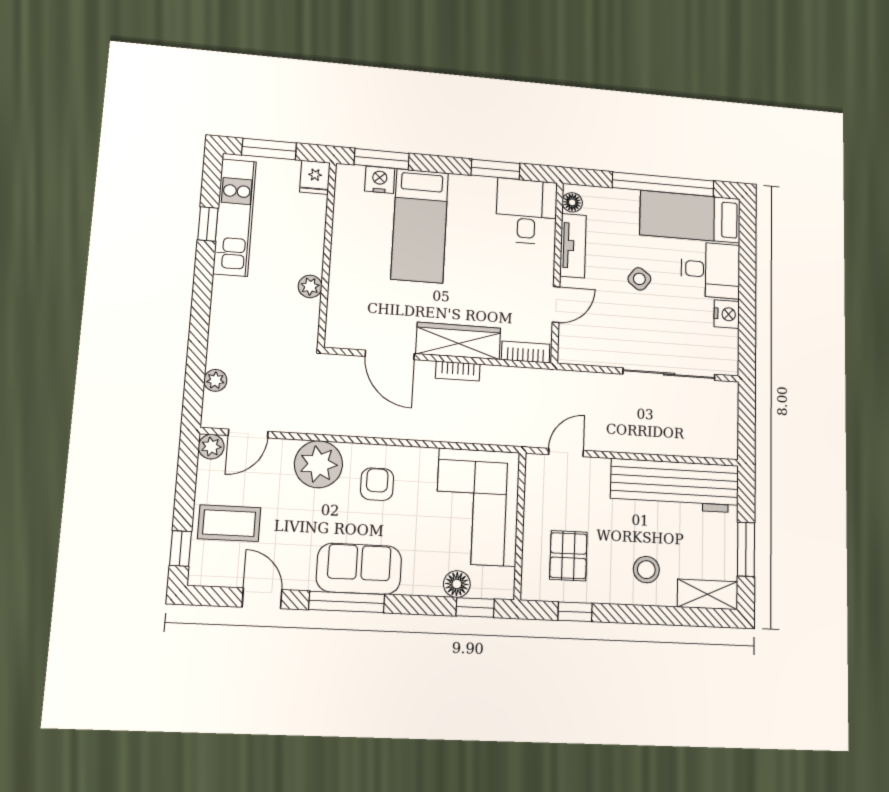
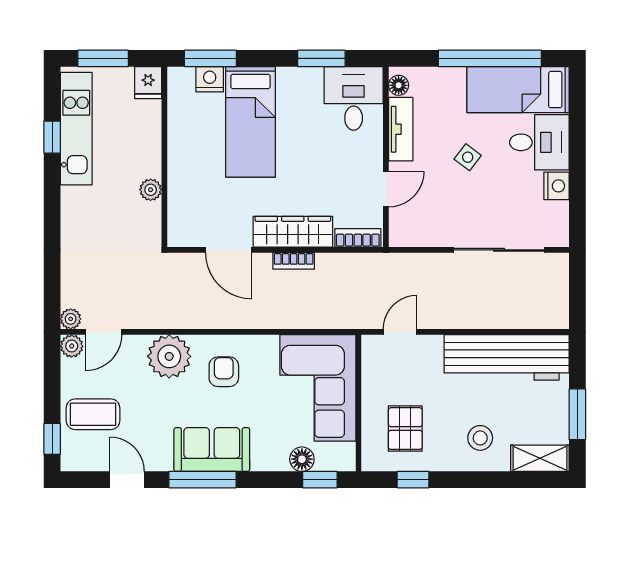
plant: (215, 380) -> (71, 319), moved

